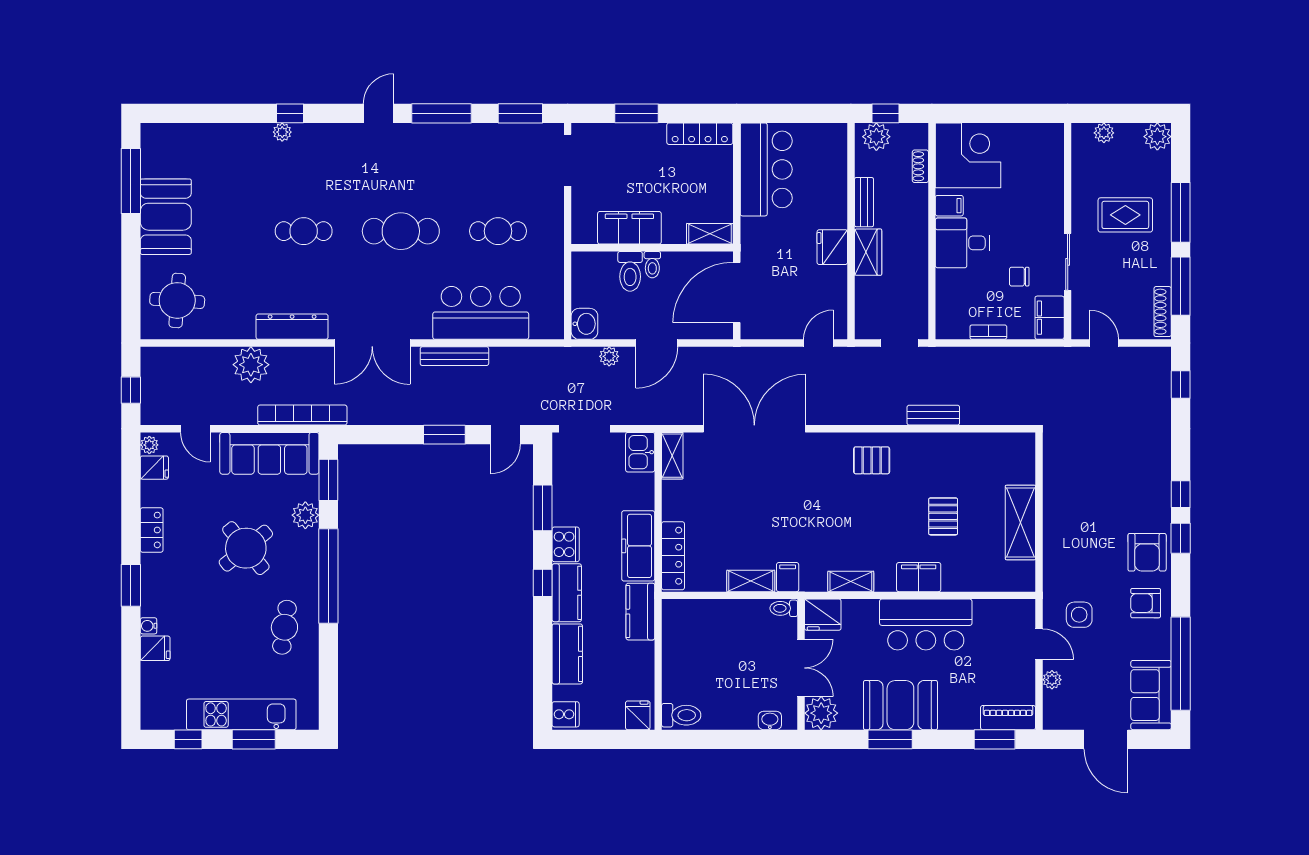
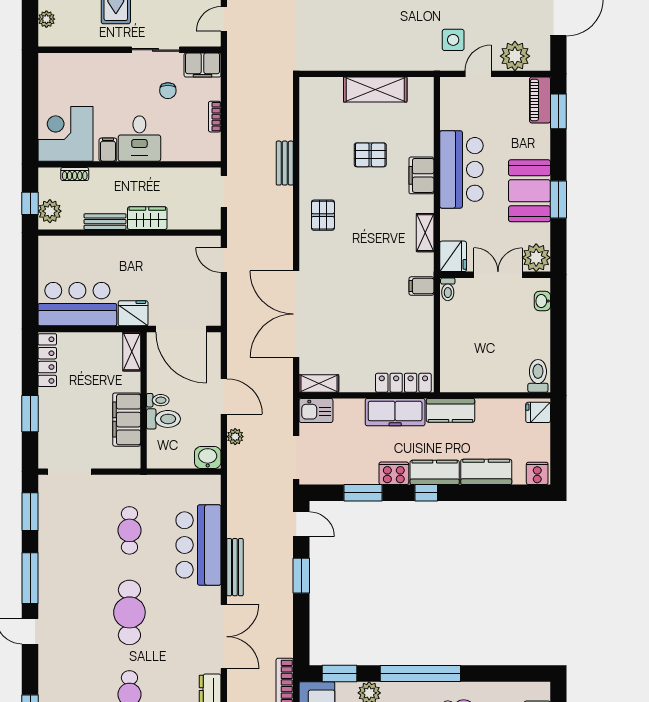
fridge: (832, 247) -> (133, 313), moved, turned 180
shelving: (751, 581) -> (425, 317), removed
plant: (1052, 680) -> (515, 56), width x1.88, depth x1.88

